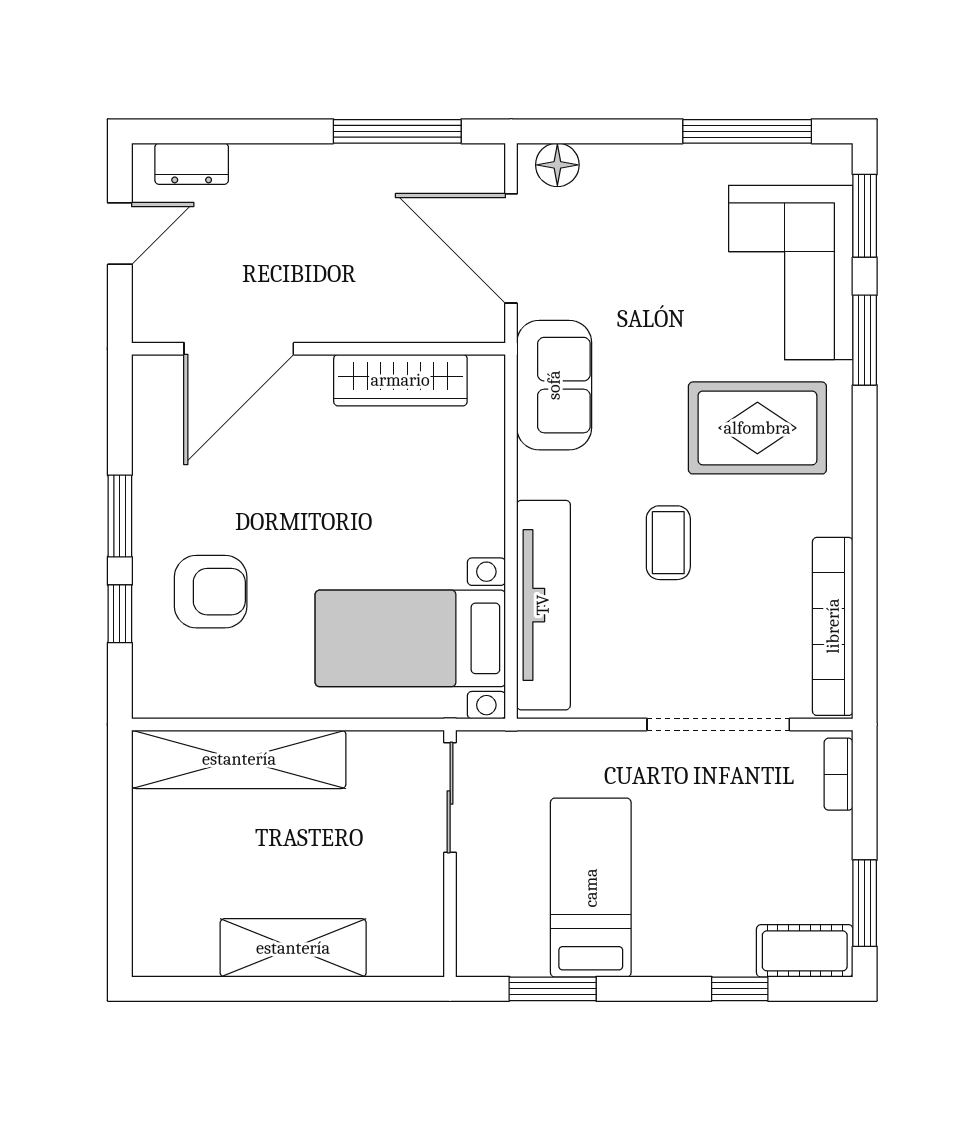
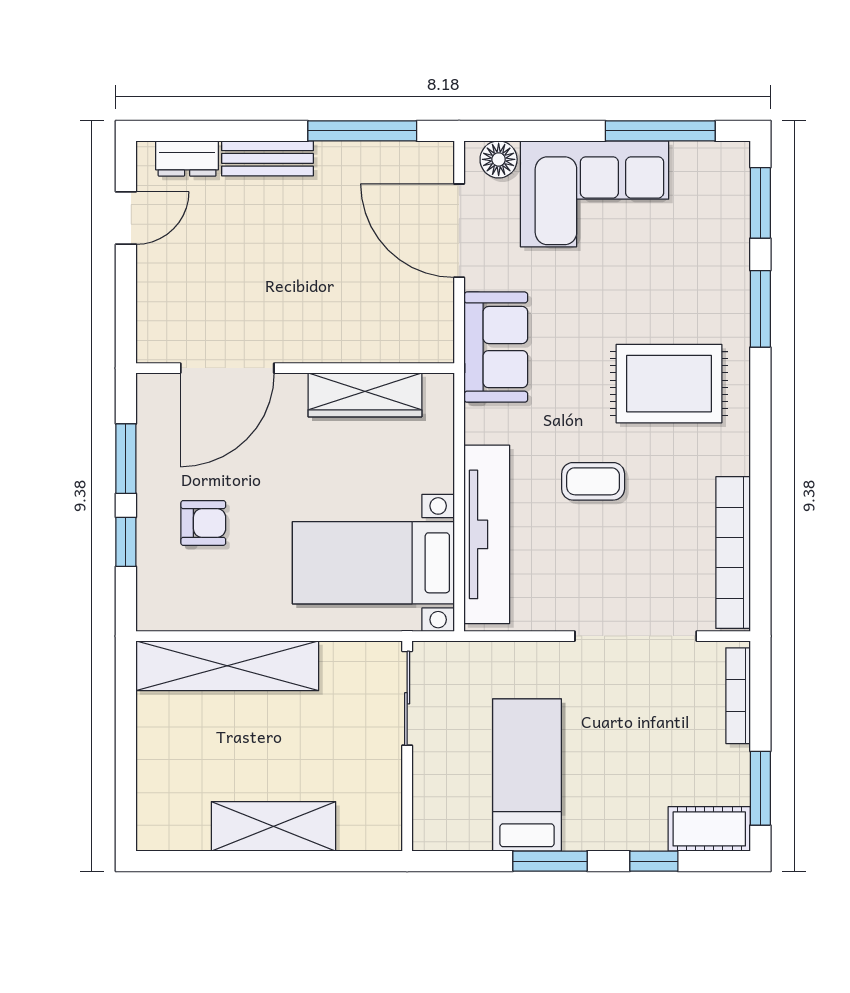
bench: (286, 164) -> (267, 158), added
corner sofa: (791, 272) -> (595, 194), moved, turned -90
door: (239, 349) -> (227, 368), moved
wall: (319, 349) -> (295, 368), moved
wardrobe: (400, 380) -> (365, 395), moved
coffee table: (668, 543) -> (593, 481), turned 90
armchair: (211, 592) -> (203, 523), width x0.72, depth x0.72
bookcase: (839, 774) -> (738, 696), width x1.56
window: (553, 989) -> (550, 861), moved

